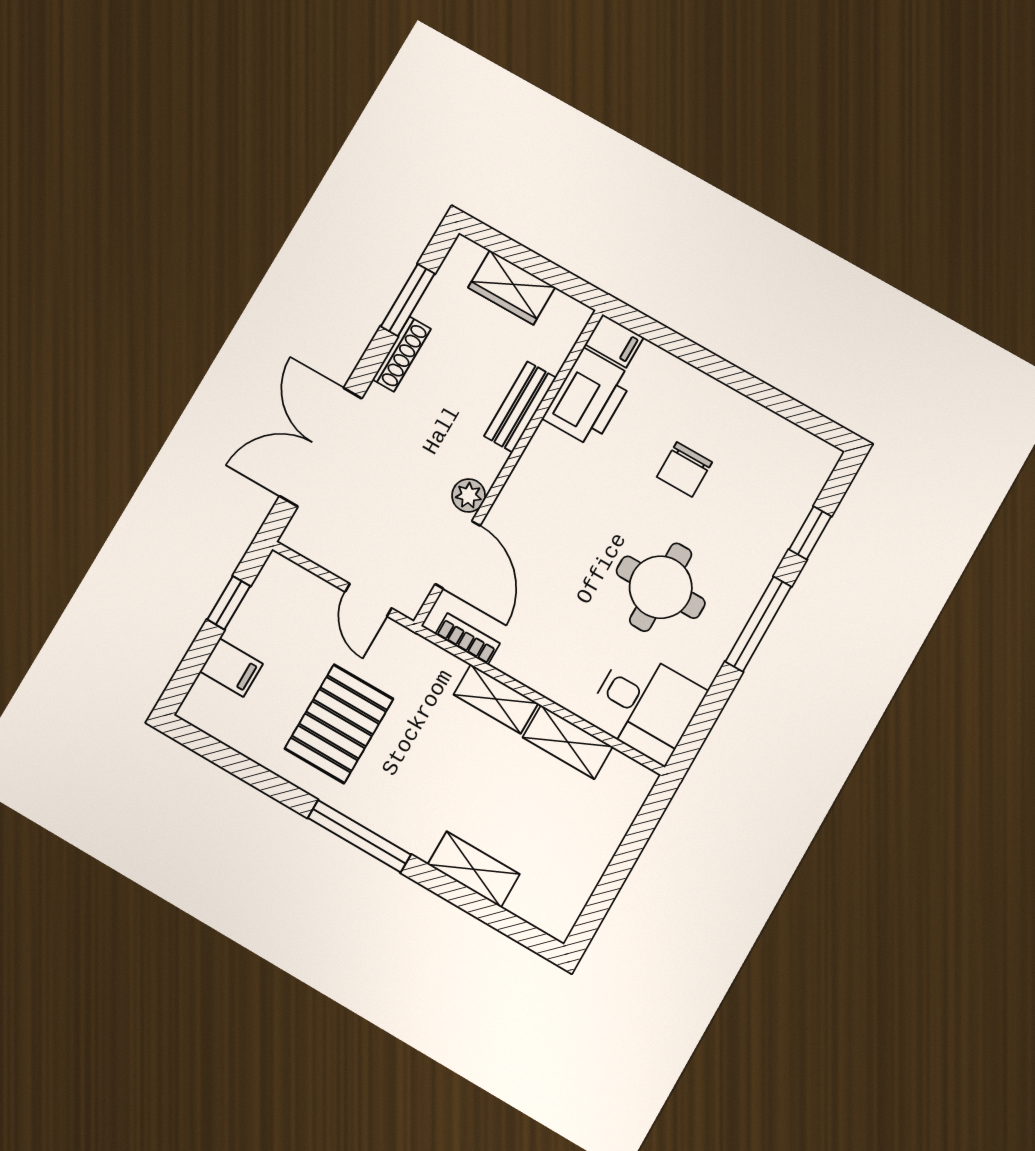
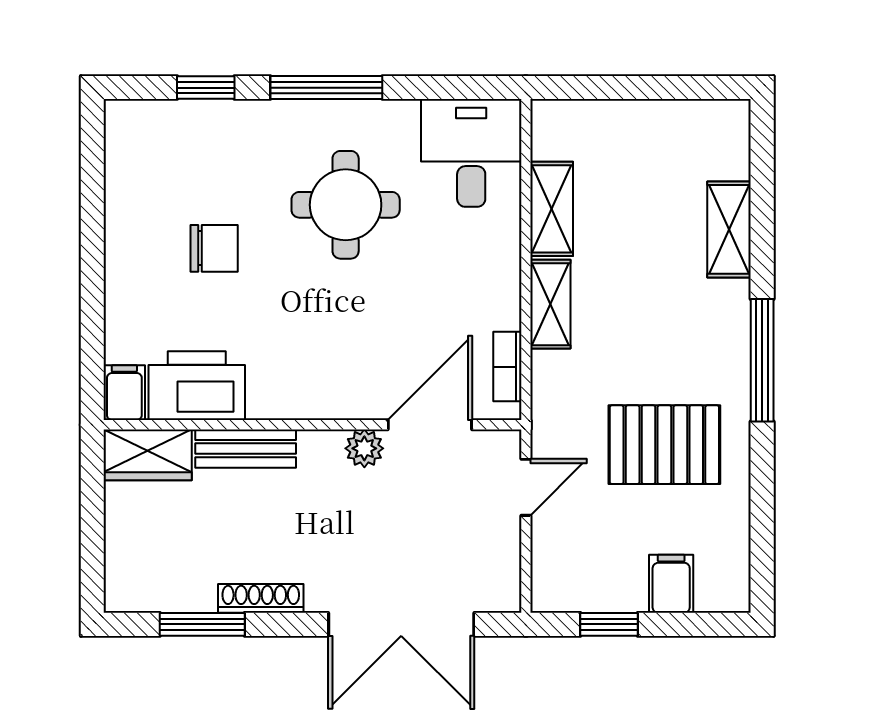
wardrobe: (512, 287) -> (148, 455), moved, turned 90

